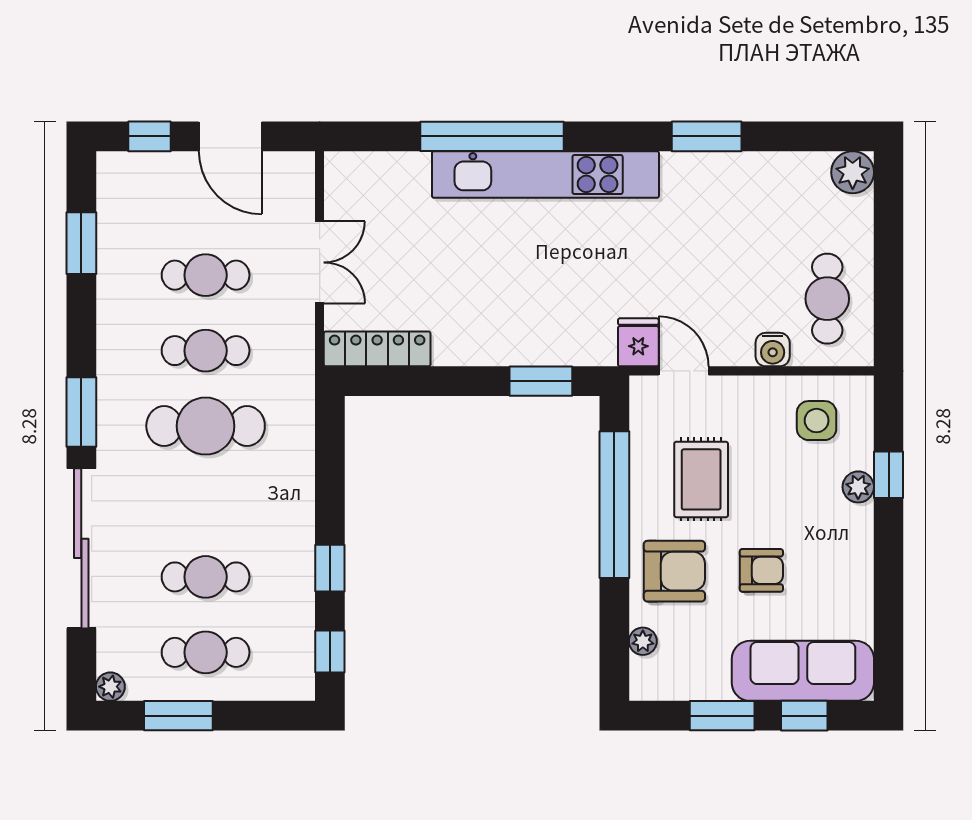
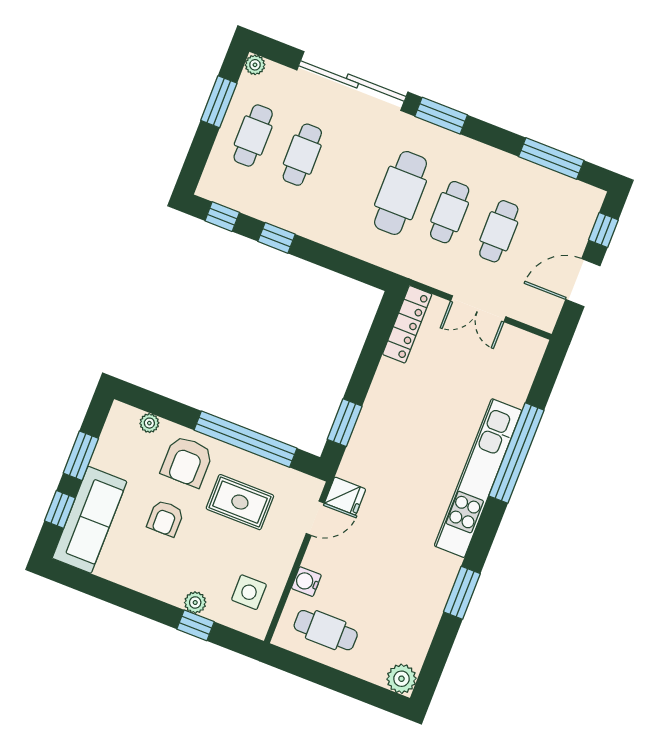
window: (81, 243) -> (551, 159), width x1.44

